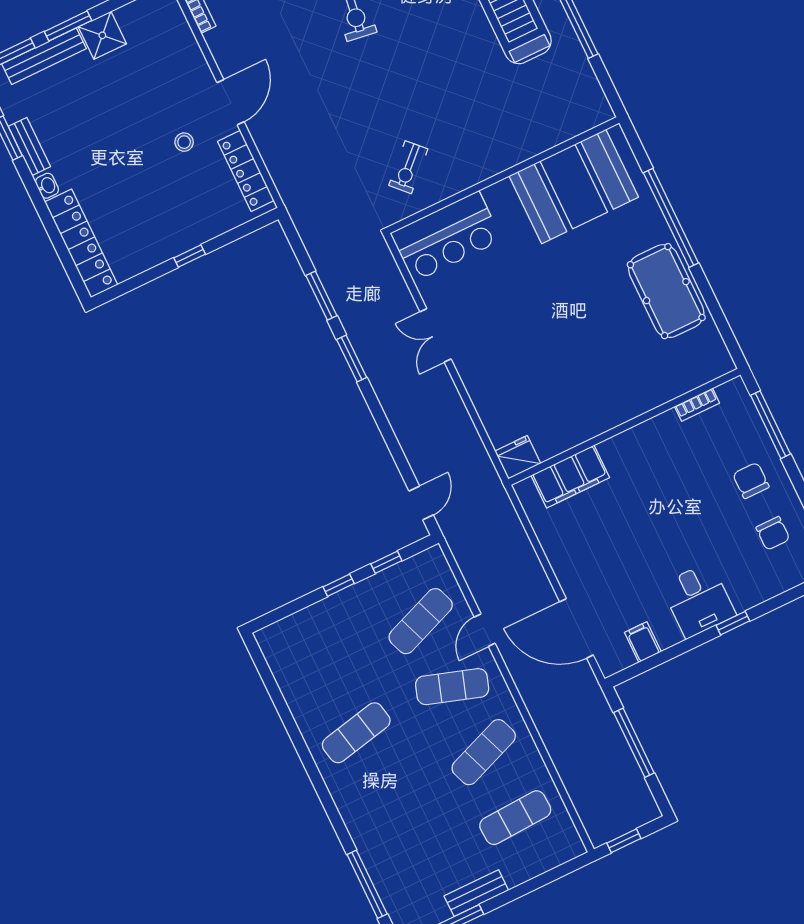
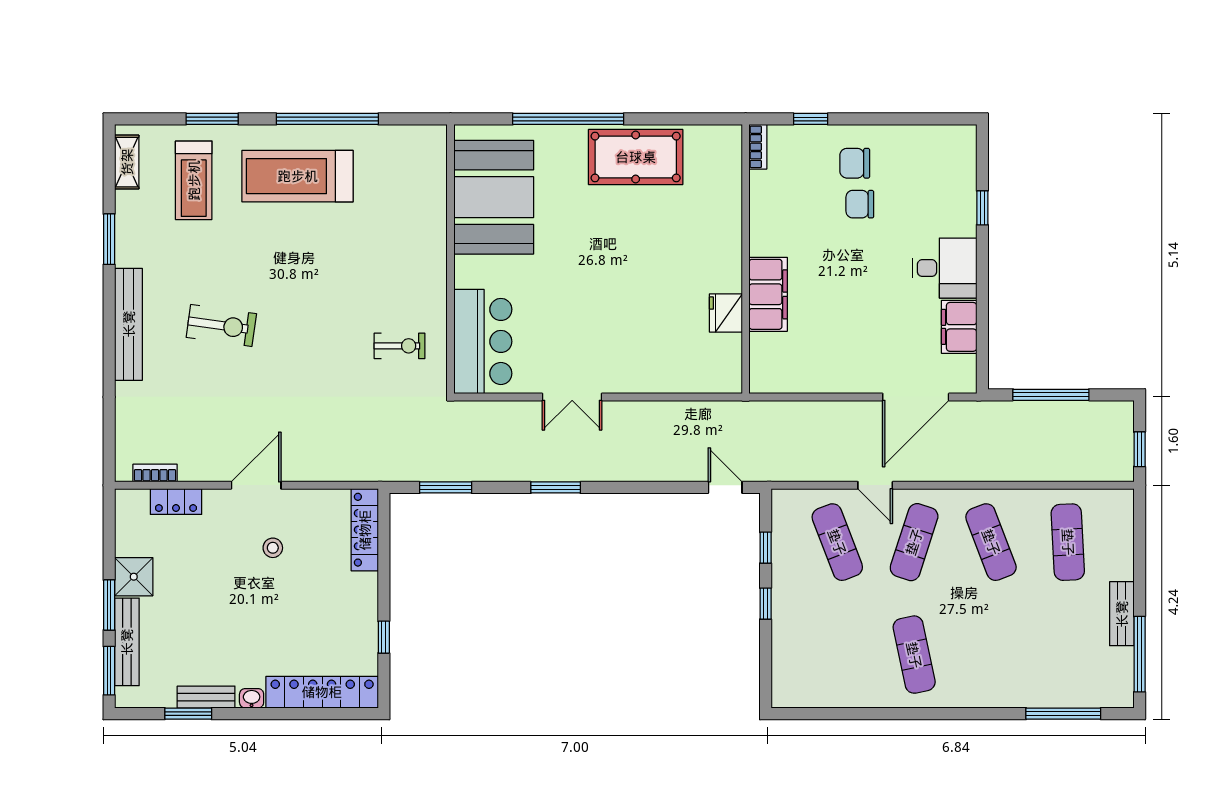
locker: (184, 41) -> (176, 502), added
door: (231, 102) -> (256, 485), hinge flipped
exercise bike: (408, 167) -> (399, 346), turned -46
locker: (246, 171) -> (365, 530), moved, turned 90
window: (190, 256) -> (384, 637), moved
window: (321, 296) -> (446, 487), moved
bookcase: (697, 405) -> (758, 147), moved
window: (770, 425) -> (811, 119), width x0.46
fridge: (518, 457) -> (726, 313), moved
filing cabinet: (570, 476) -> (768, 294), moved
chair: (773, 533) -> (860, 204), moved, turned 180
window: (733, 623) -> (982, 208), moved
filing cabinet: (643, 642) -> (959, 327), width x2.00

